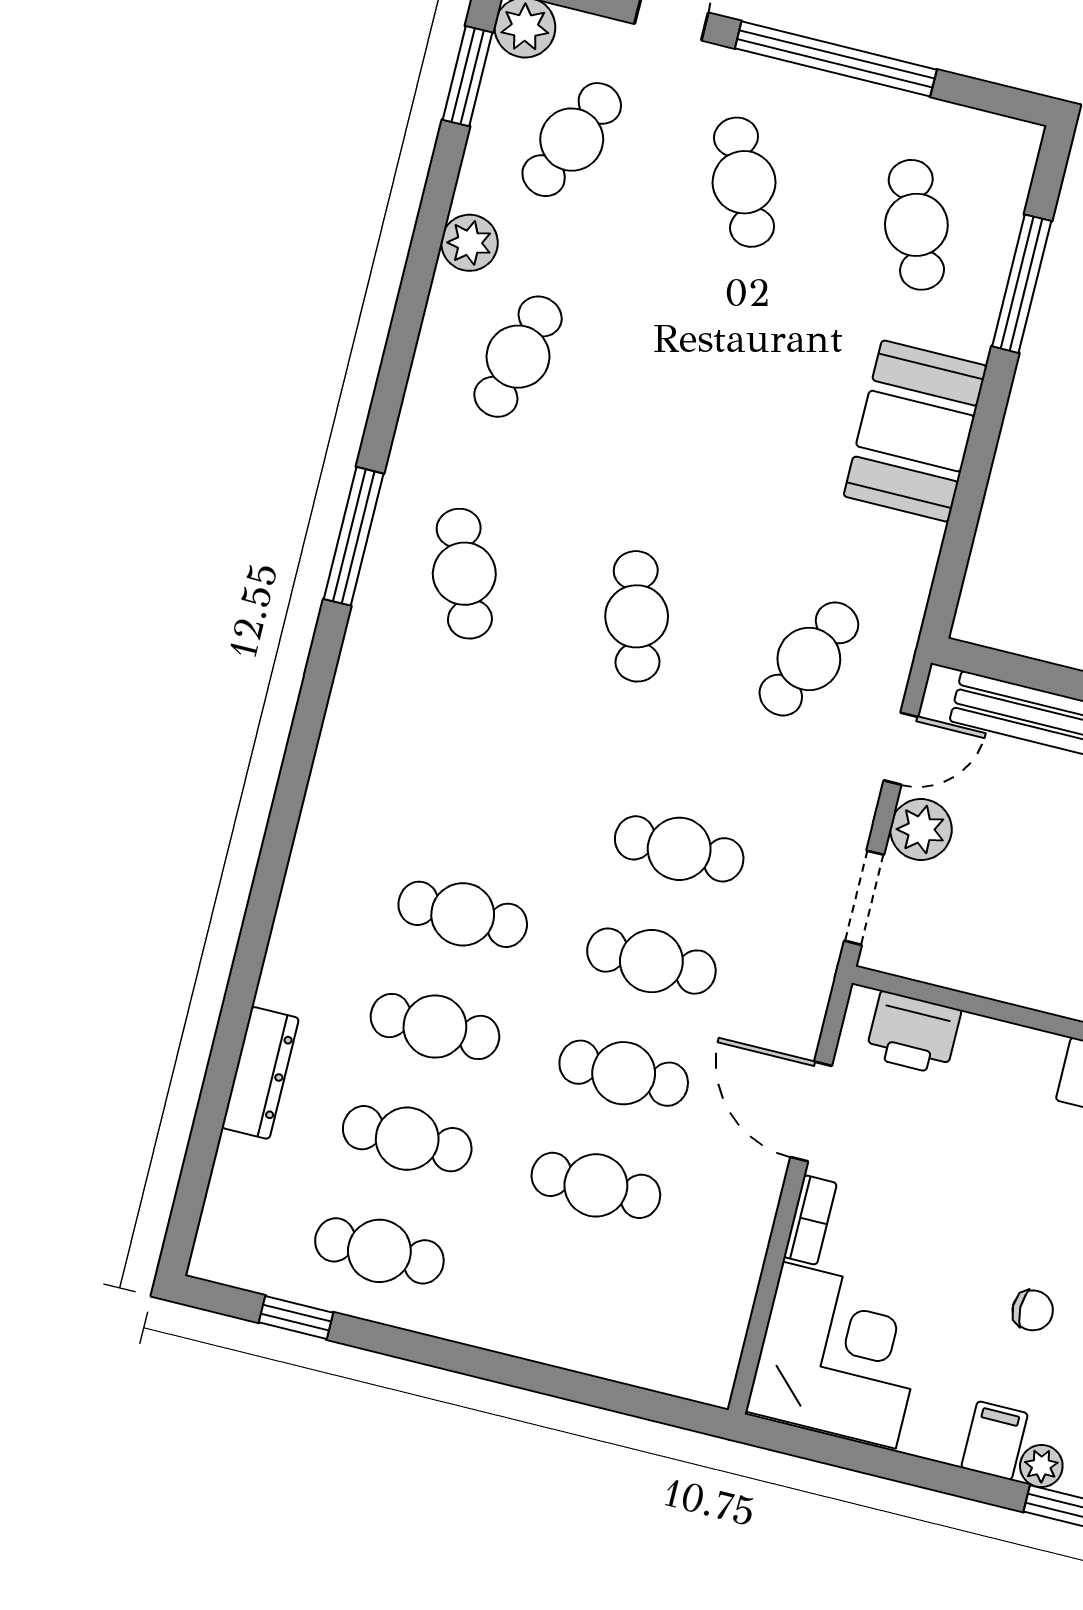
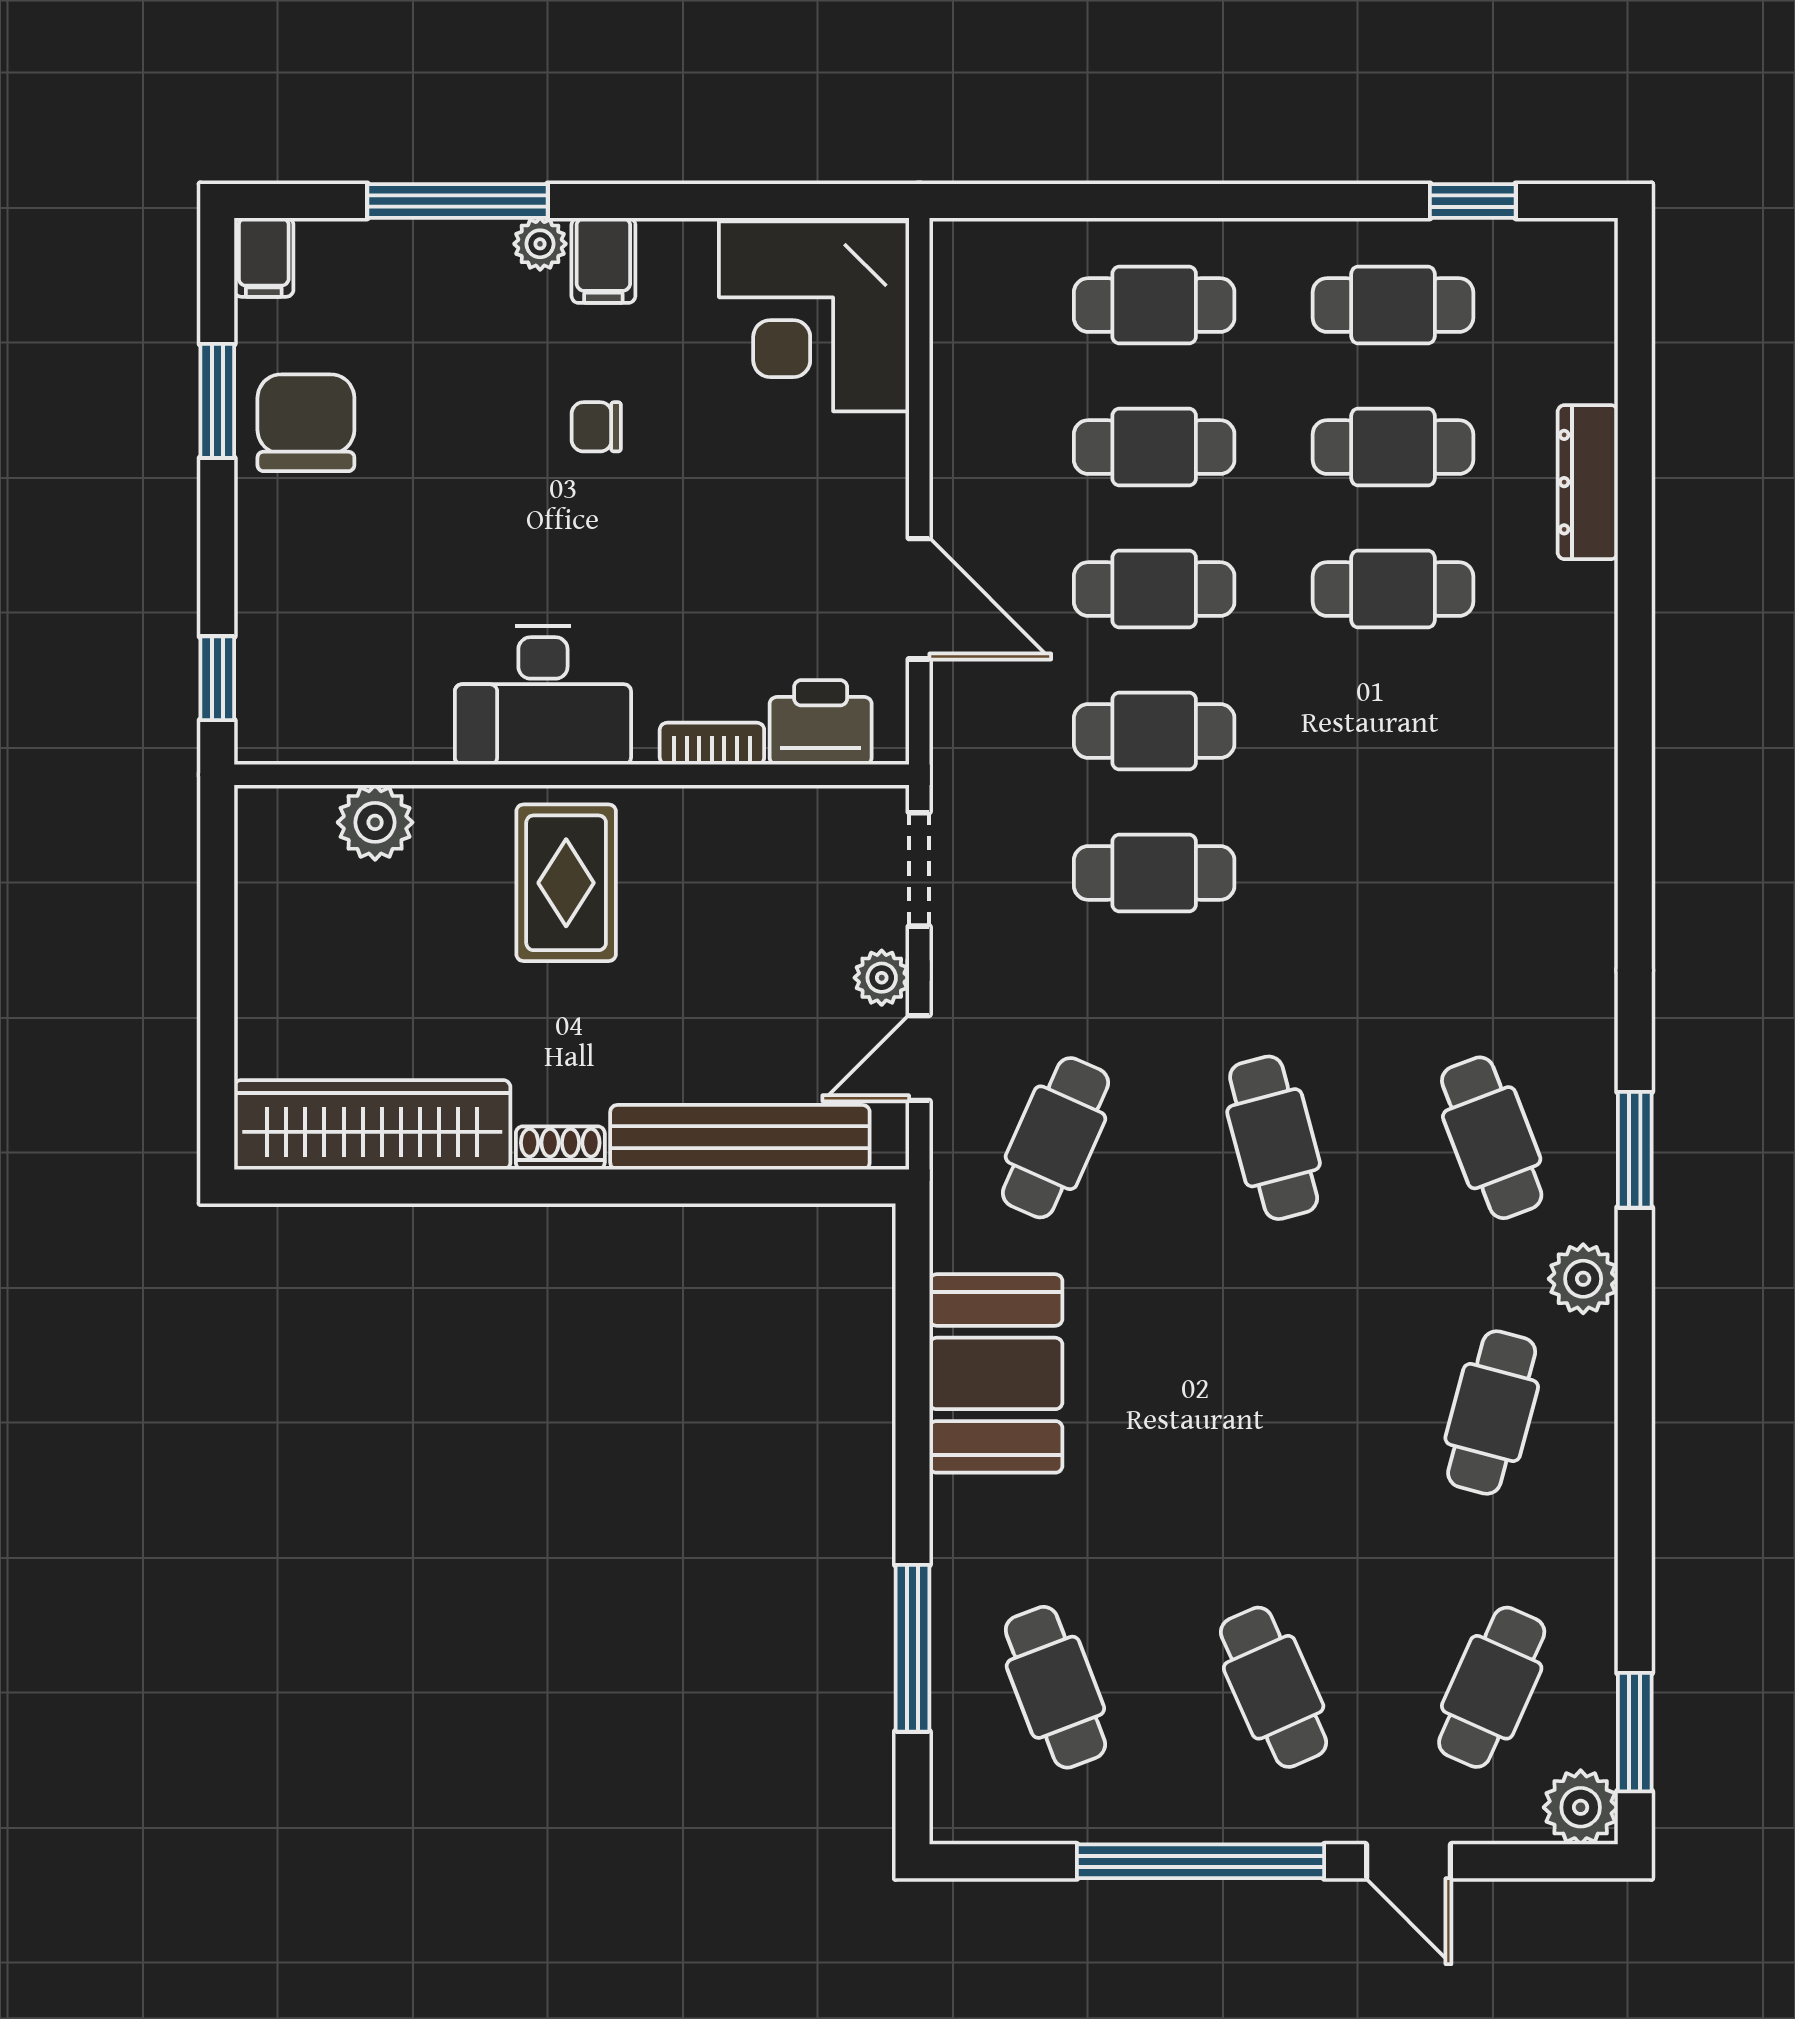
plant: (469, 243) -> (1583, 1279), moved
booth: (915, 431) -> (996, 1373), moved
window: (354, 536) -> (1635, 1150), width x0.69
plant: (921, 830) -> (882, 978), width x0.73, depth x0.73
cafe table: (463, 914) -> (1154, 305), moved
bookcase: (810, 1220) -> (712, 744), moved, turned 90

